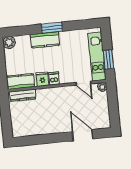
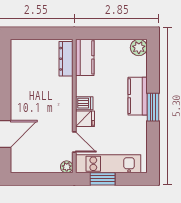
fridge: (42, 79) -> (85, 119), moved
door: (83, 83) -> (74, 142), swing flipped

